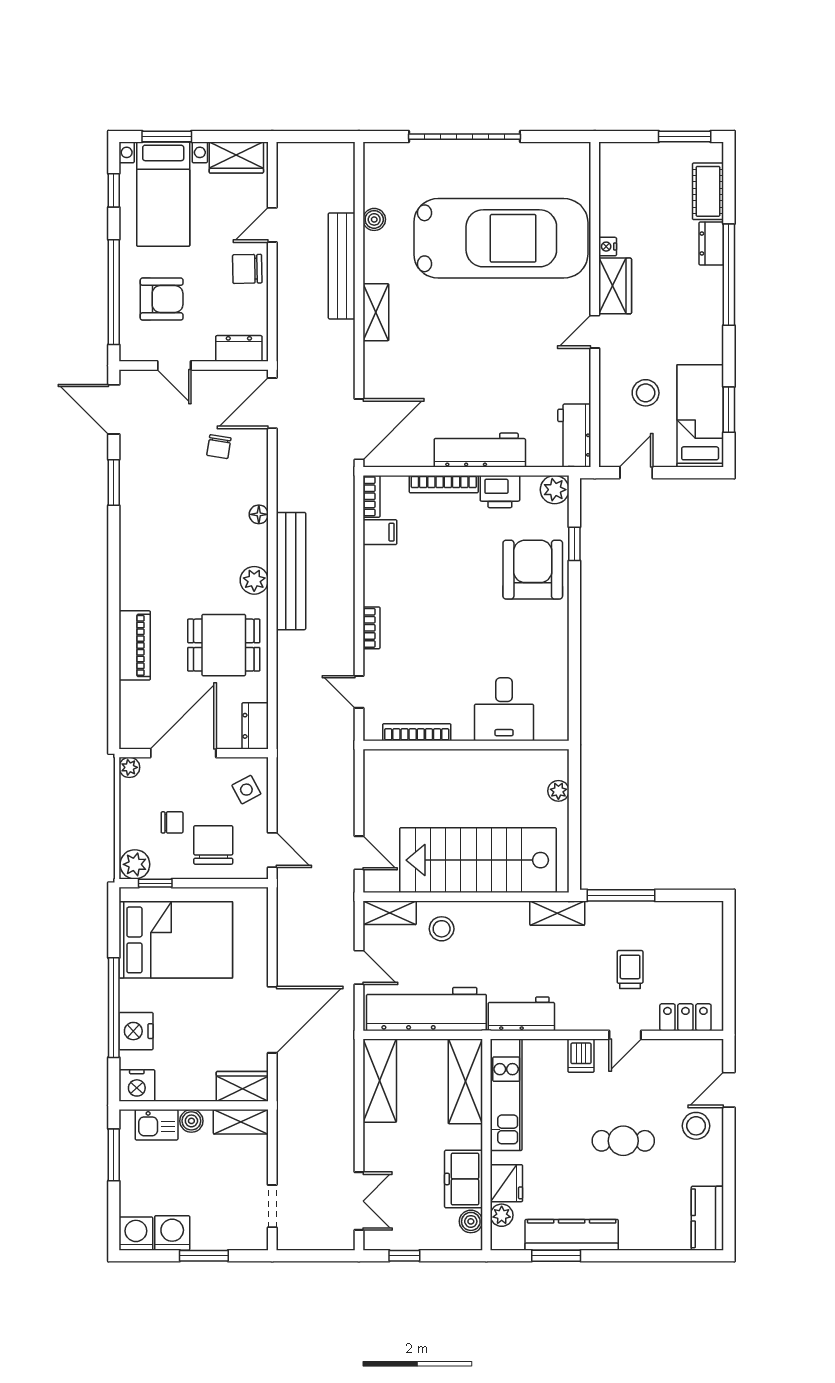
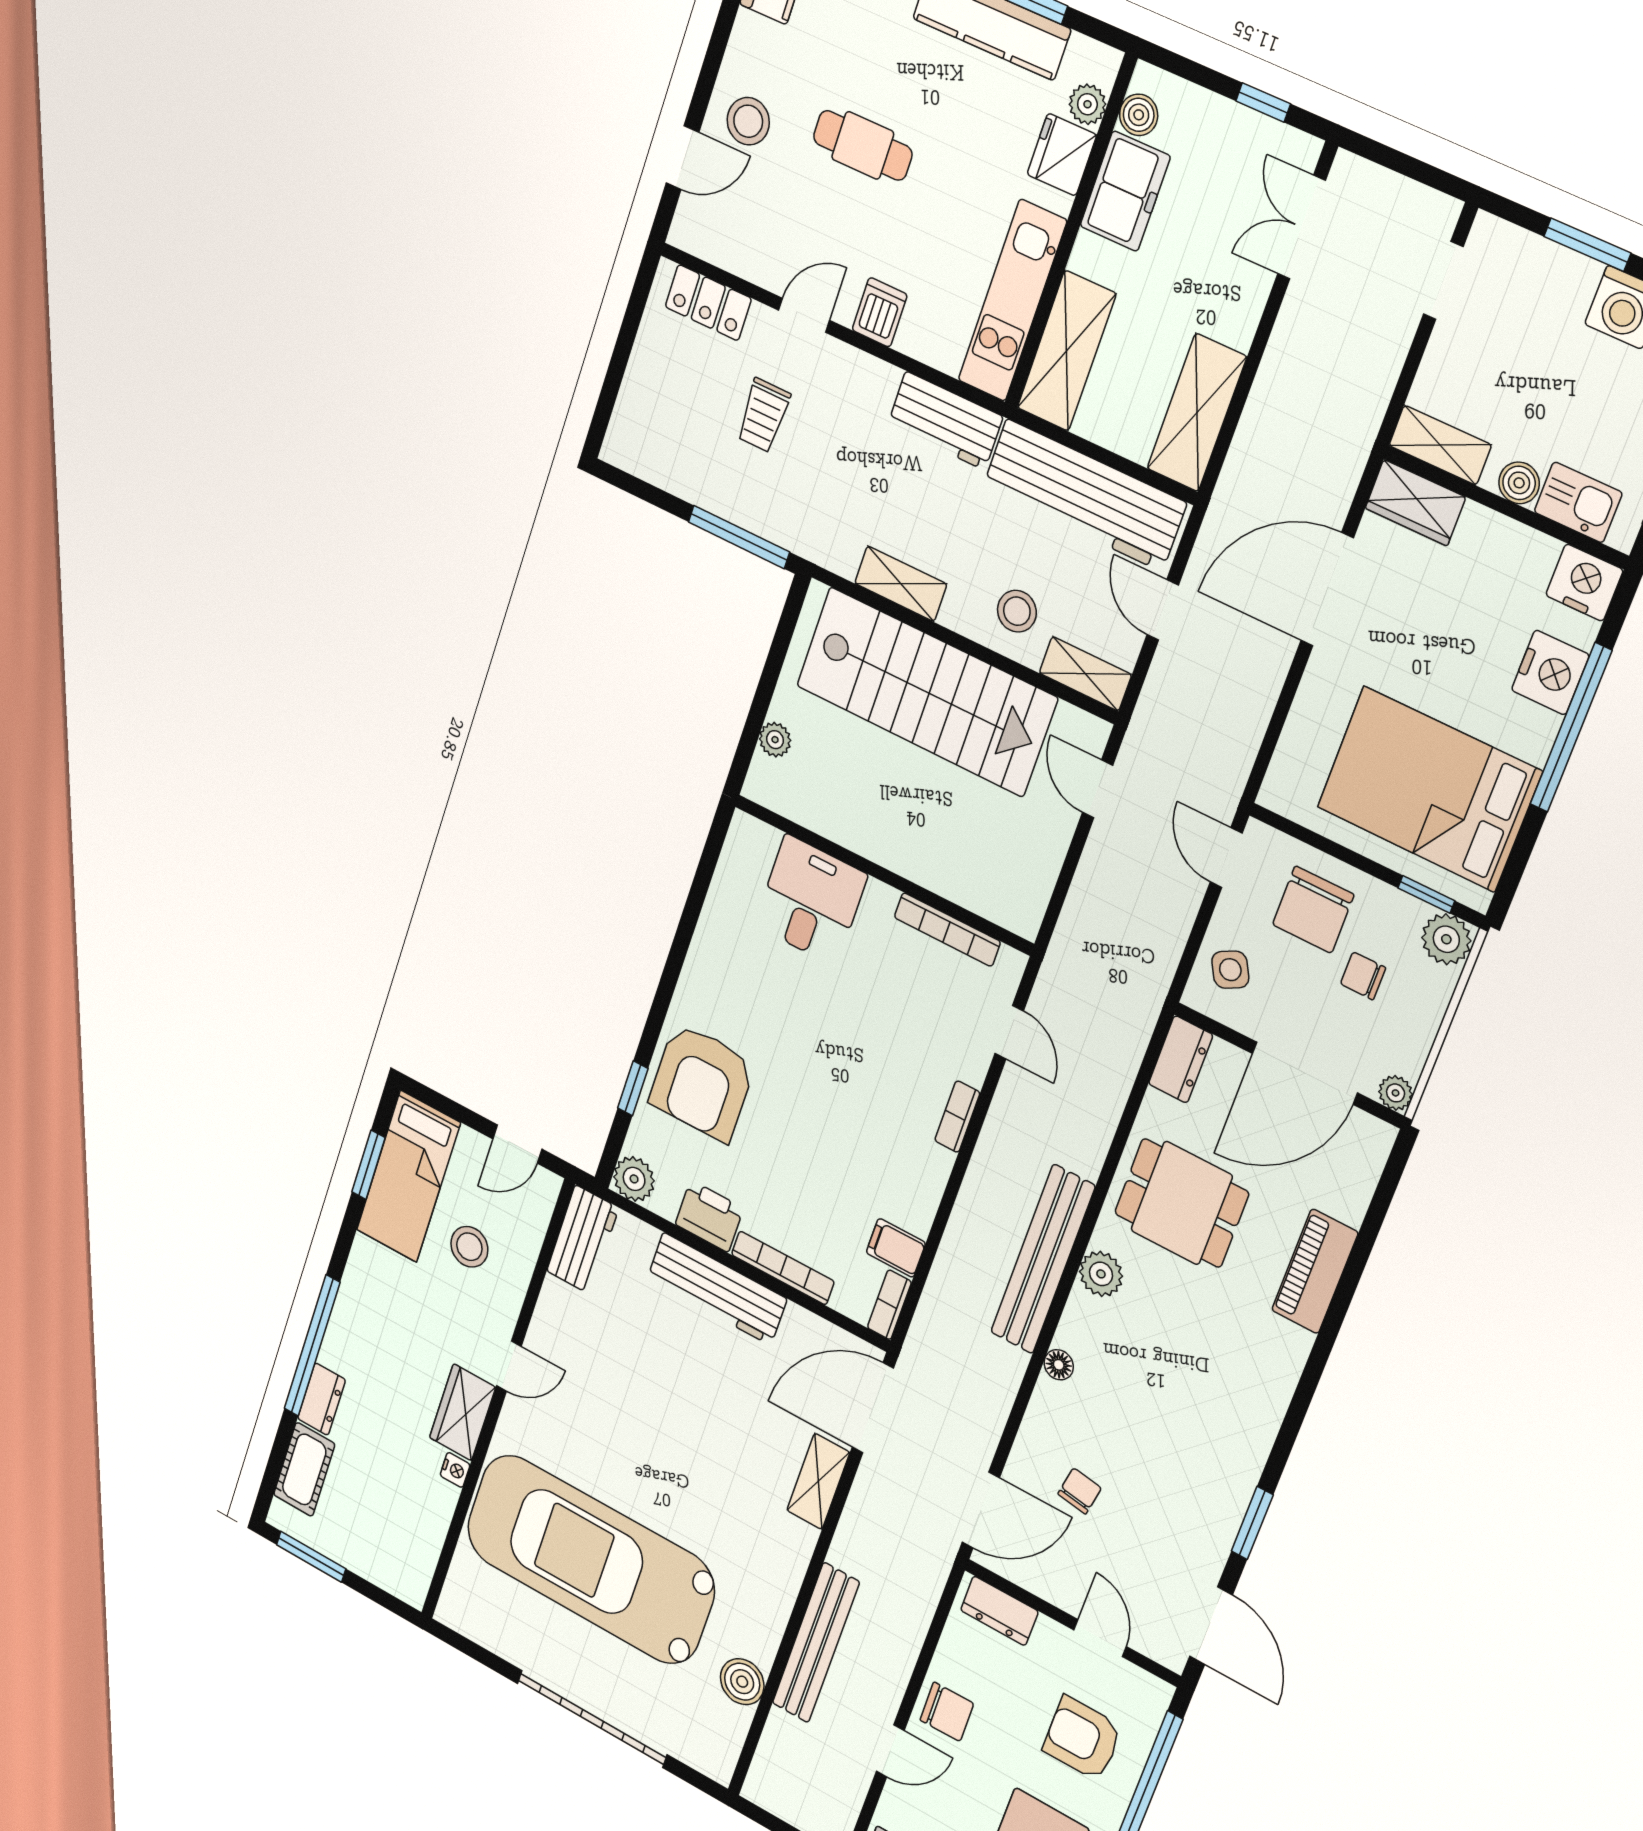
boiler: (374, 219) -> (742, 1682), width x1.36, depth x1.36
shelving: (376, 312) -> (818, 1481), moved
shelving: (557, 913) -> (901, 584), moved

